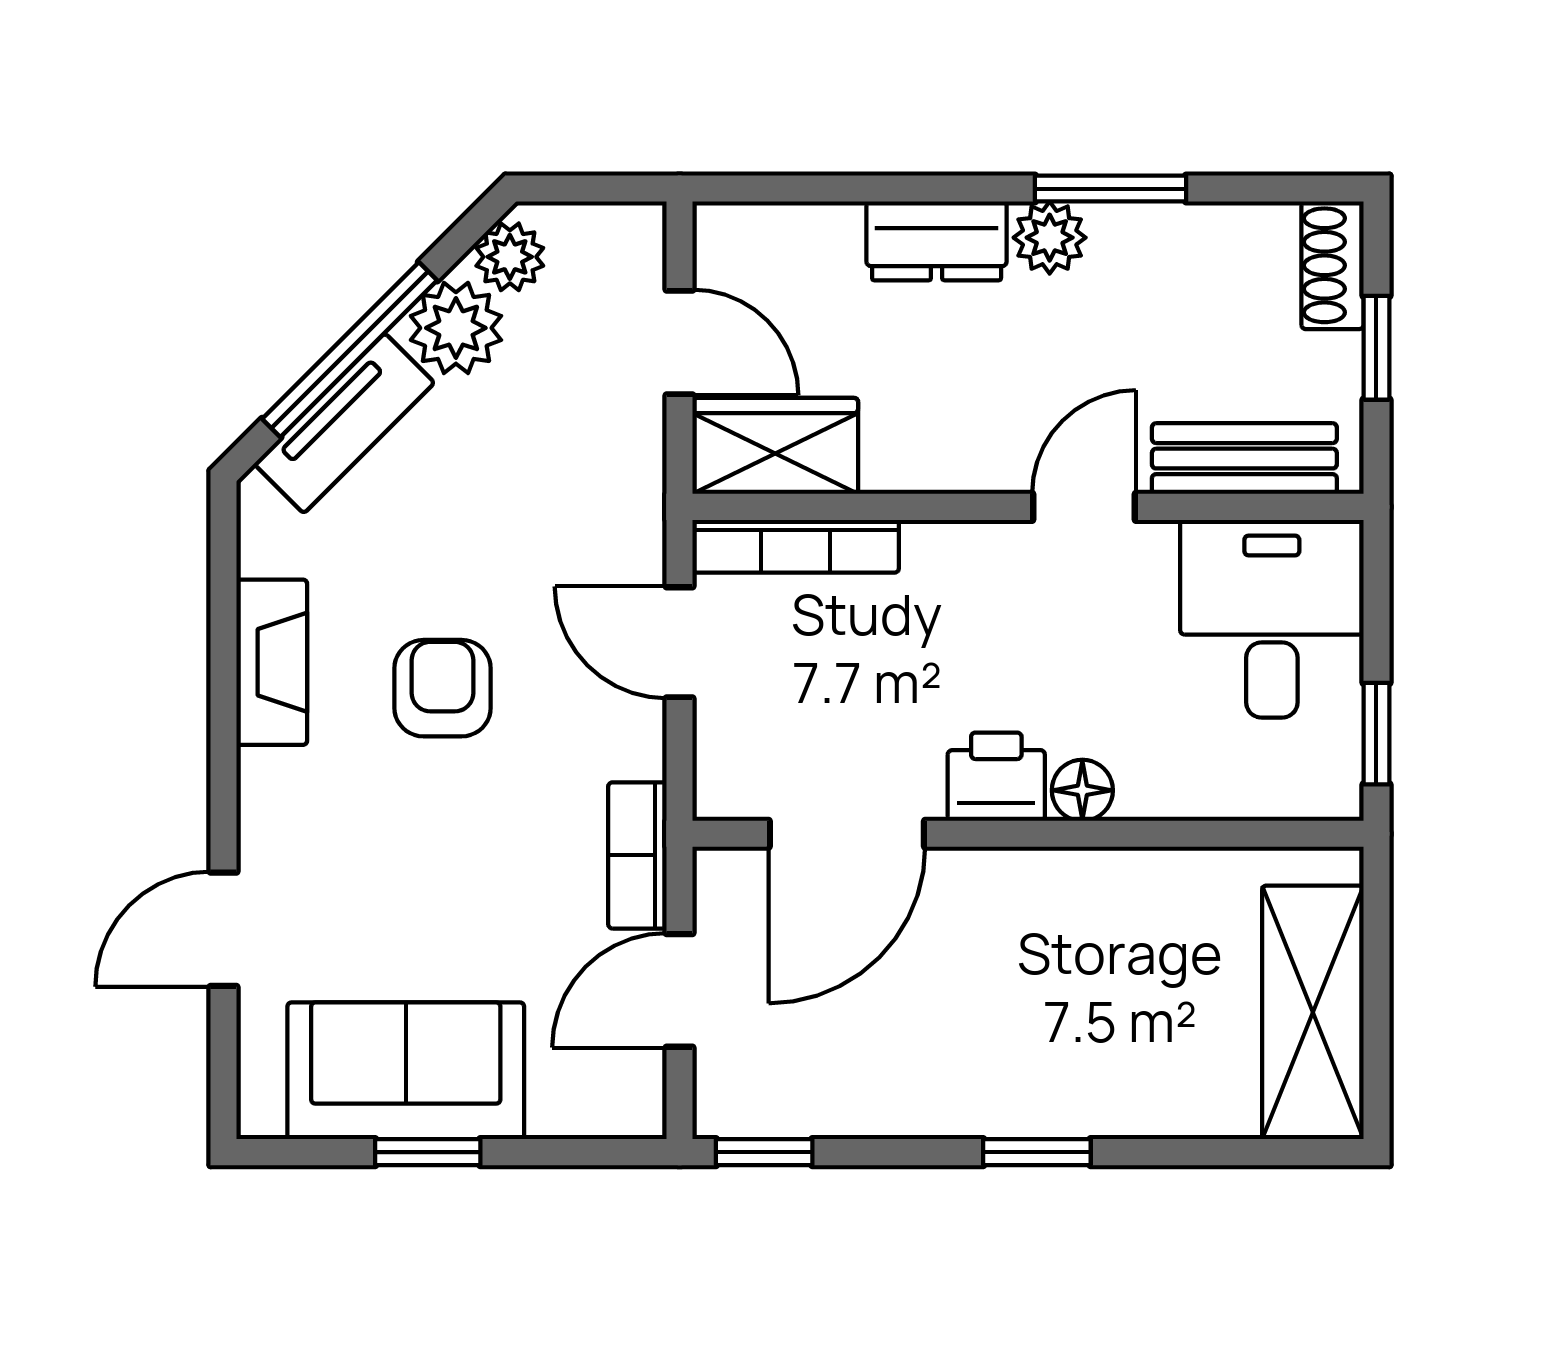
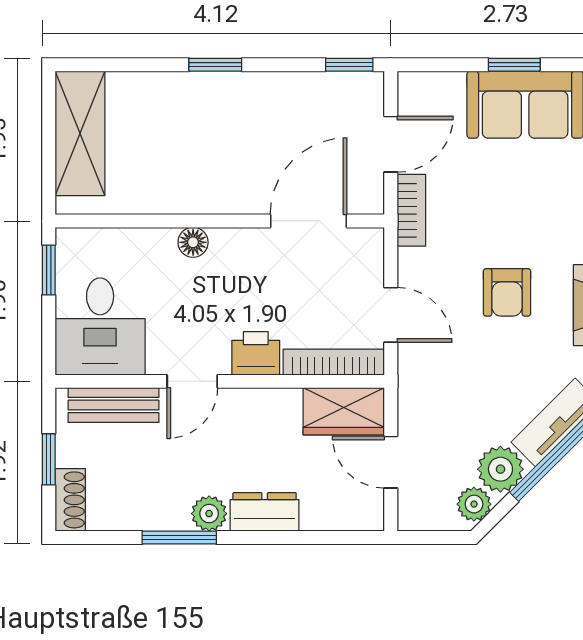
printer: (996, 777) -> (256, 353), moved, turned 180

